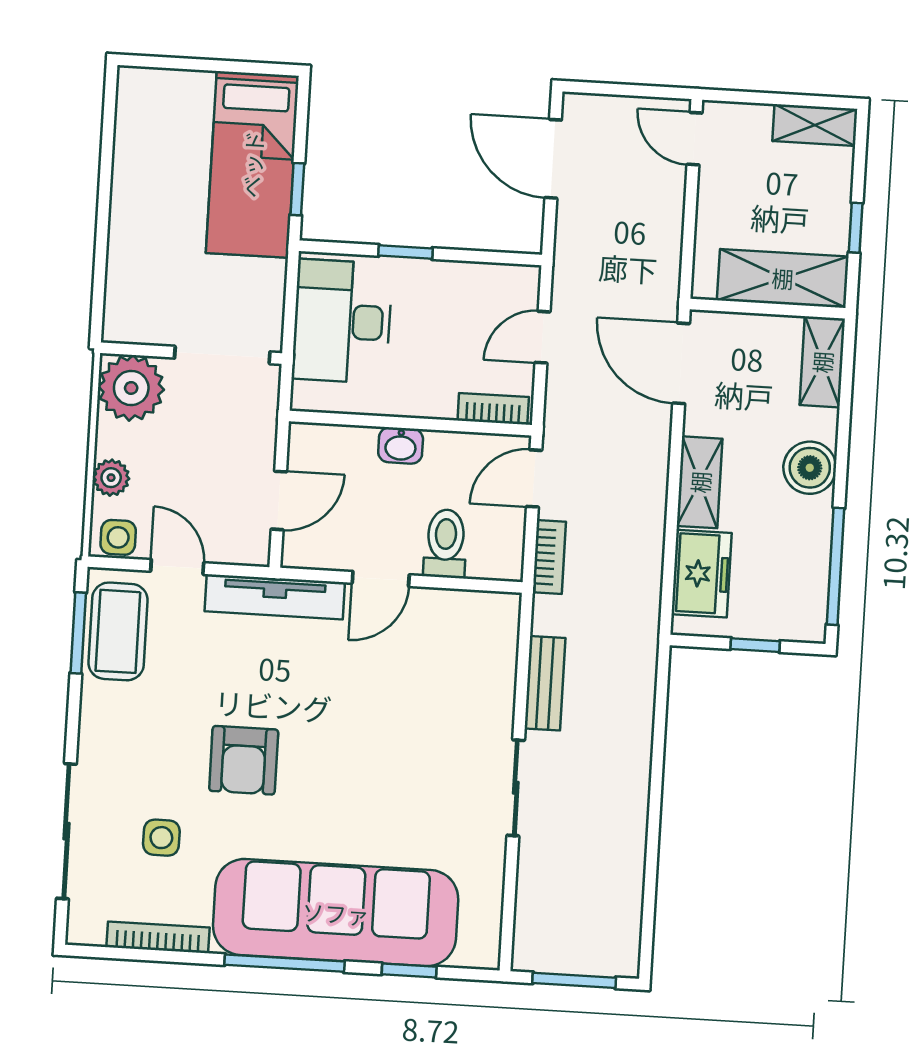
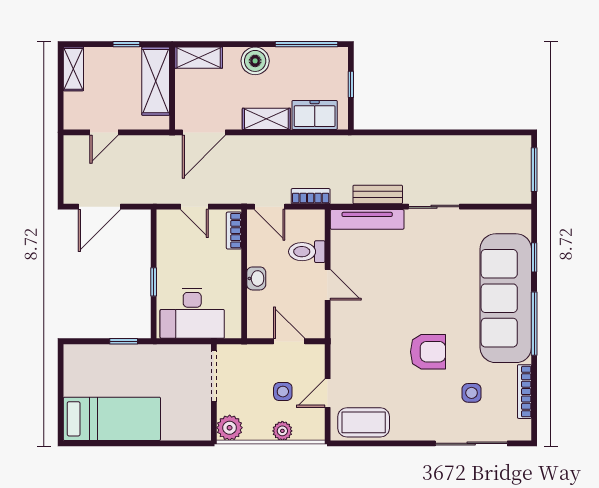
door: (694, 139) -> (104, 132), moved
bed: (252, 164) -> (112, 419), moved
plant: (131, 388) -> (230, 428), width x0.73, depth x0.73
side table: (118, 537) -> (283, 392), moved
tv unit: (275, 597) -> (367, 219), moved, turned 90
window: (78, 633) -> (366, 443), removed

